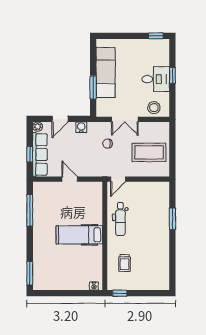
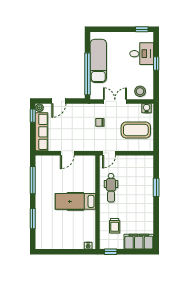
desk: (156, 79) -> (142, 54), moved
window: (93, 87) -> (88, 74), width x2.11
double door: (125, 119) -> (115, 101), swing flipped
water cooler: (81, 127) -> (147, 108), moved
window: (30, 154) -> (33, 116), moved
door: (70, 179) -> (67, 153), swing flipped
window: (30, 273) -> (33, 219), moved
filing cabinet: (152, 281) -> (139, 242), added

